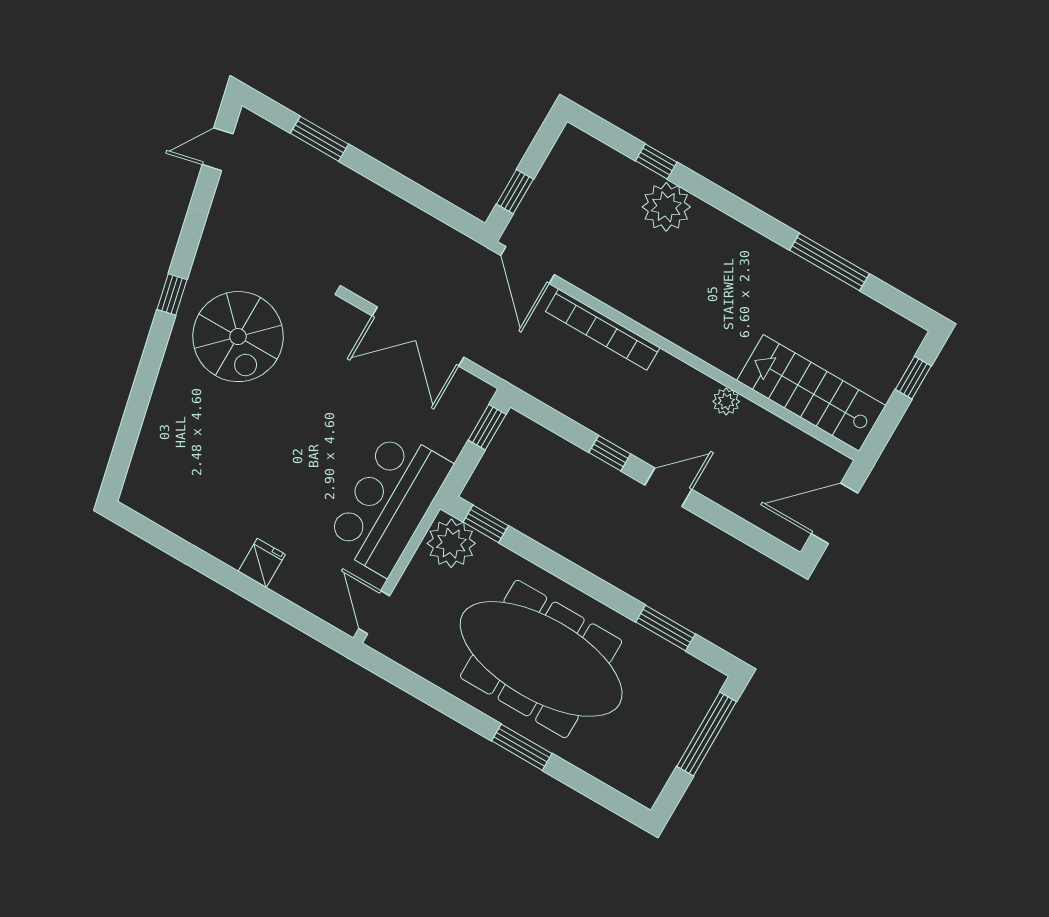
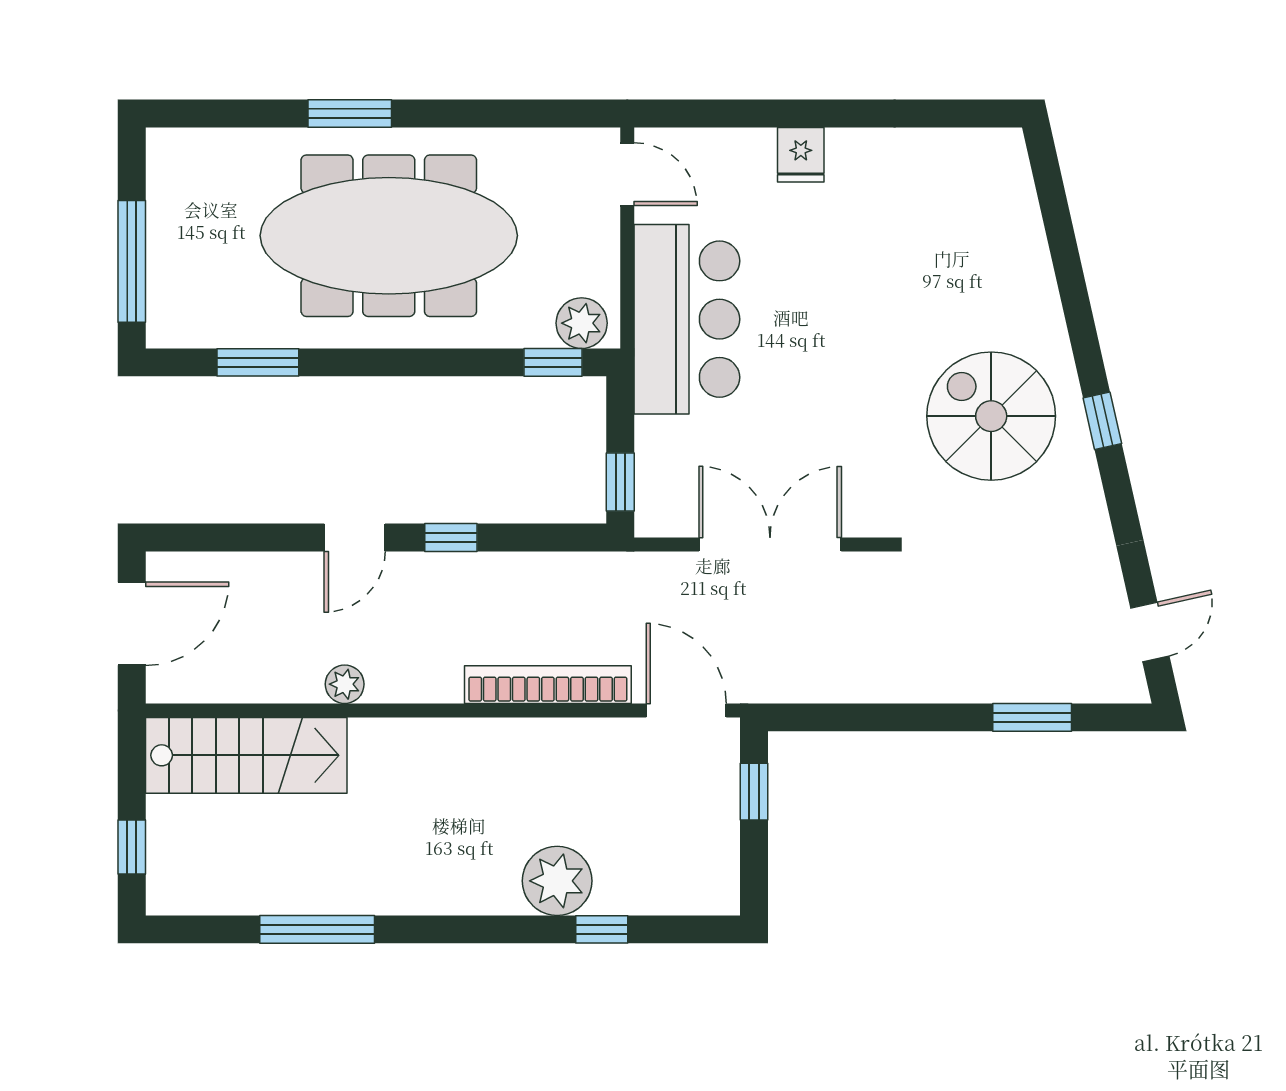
plant: (451, 543) -> (582, 323), width x0.73, depth x0.73

